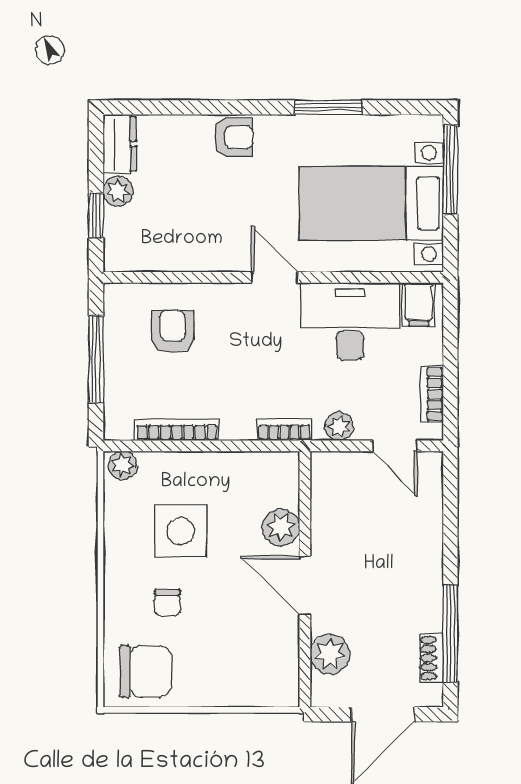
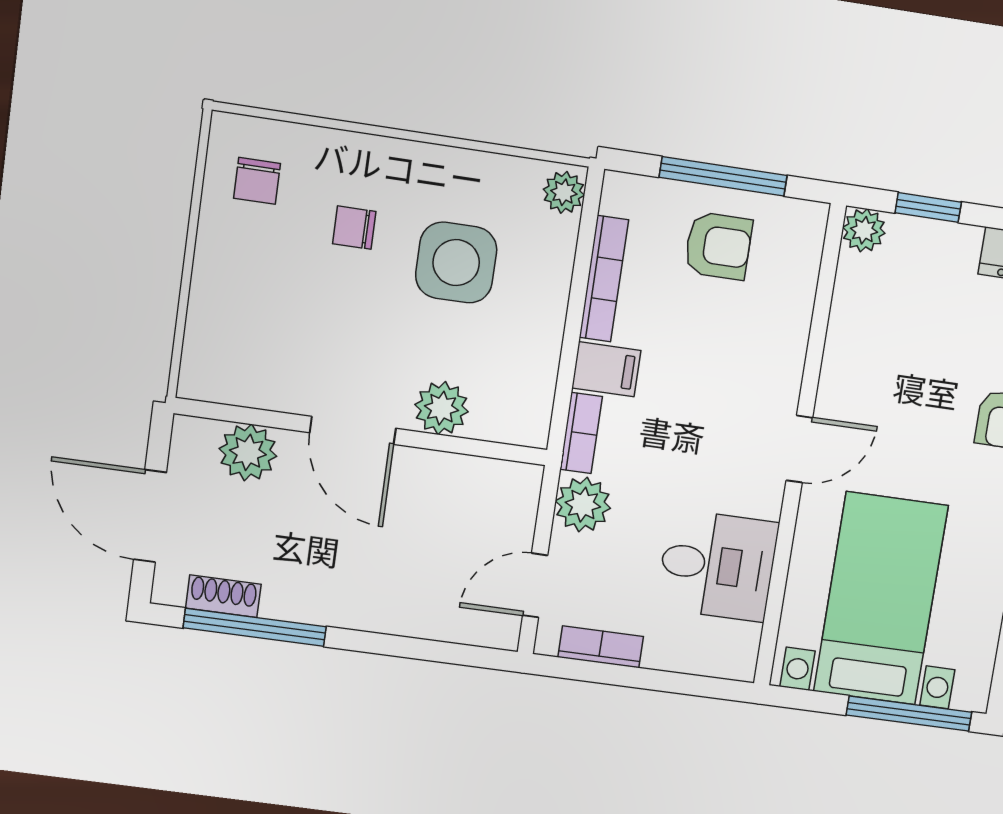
plant: (118, 191) -> (864, 230), moved
filing cabinet: (419, 304) -> (606, 369), moved, turned 180
desk: (350, 322) -> (717, 566), width x0.73
armchair: (173, 332) -> (718, 246), moved
plant: (339, 426) -> (583, 505), width x1.38, depth x1.38
door: (305, 585) -> (353, 430), swing flipped
chair: (146, 671) -> (257, 181), width x0.54, depth x0.54

